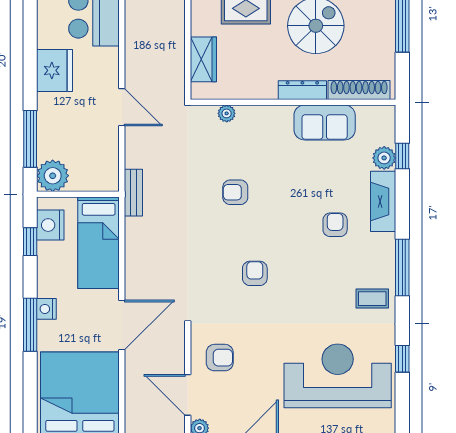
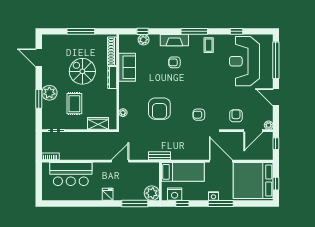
fridge: (55, 70) -> (108, 194), width x0.53, depth x0.75
armchair: (235, 192) -> (159, 109), width x1.88, depth x1.88
fireplace: (383, 201) -> (174, 40), moved
armchair: (255, 273) -> (199, 115), moved

